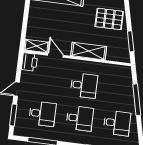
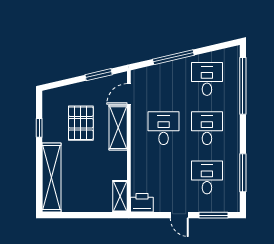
pallet: (109, 19) -> (81, 123), moved
door: (55, 55) -> (129, 94), moved

